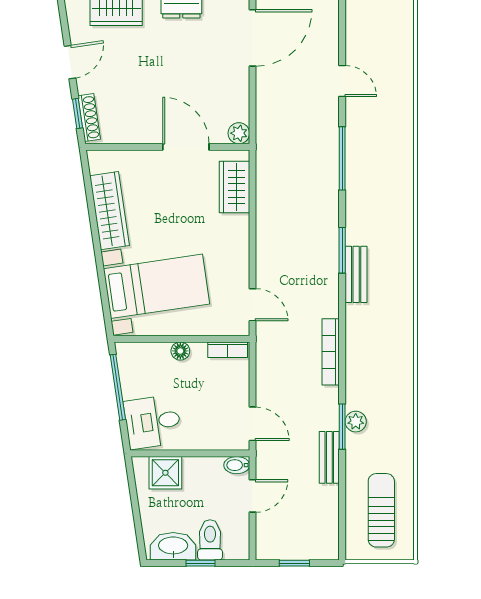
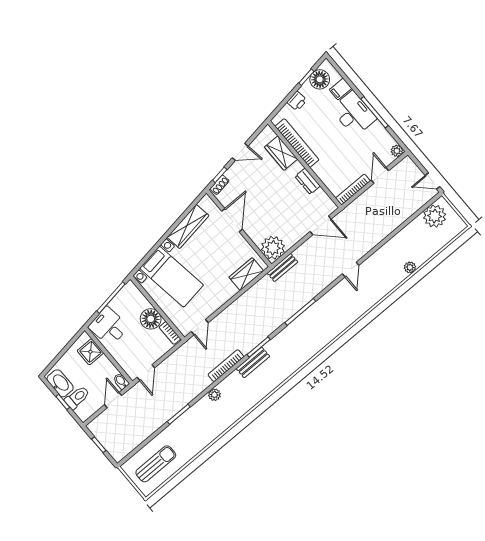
door: (253, 38) -> (321, 225), width x0.73
door: (342, 81) -> (351, 270), moved
shoe rack: (89, 117) -> (220, 185), width x0.70
plant: (239, 133) -> (273, 248), width x1.88, depth x1.88
door: (186, 147) -> (232, 220), moved
floor lamp: (180, 351) -> (151, 319), width x1.89, depth x1.89
bookcase: (331, 352) -> (226, 366), moved
plant: (356, 422) -> (214, 395), moved
bench: (329, 457) -> (282, 267), moved
door: (253, 496) -> (113, 400), swing flipped

